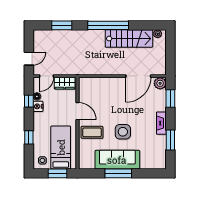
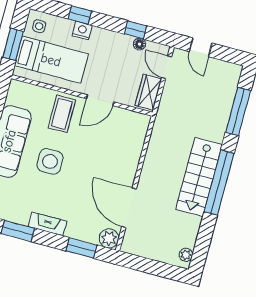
window: (62, 25) -> (238, 111), width x1.44
stairs: (129, 39) -> (199, 177), moved
nightstand: (38, 106) -> (82, 31), moved

